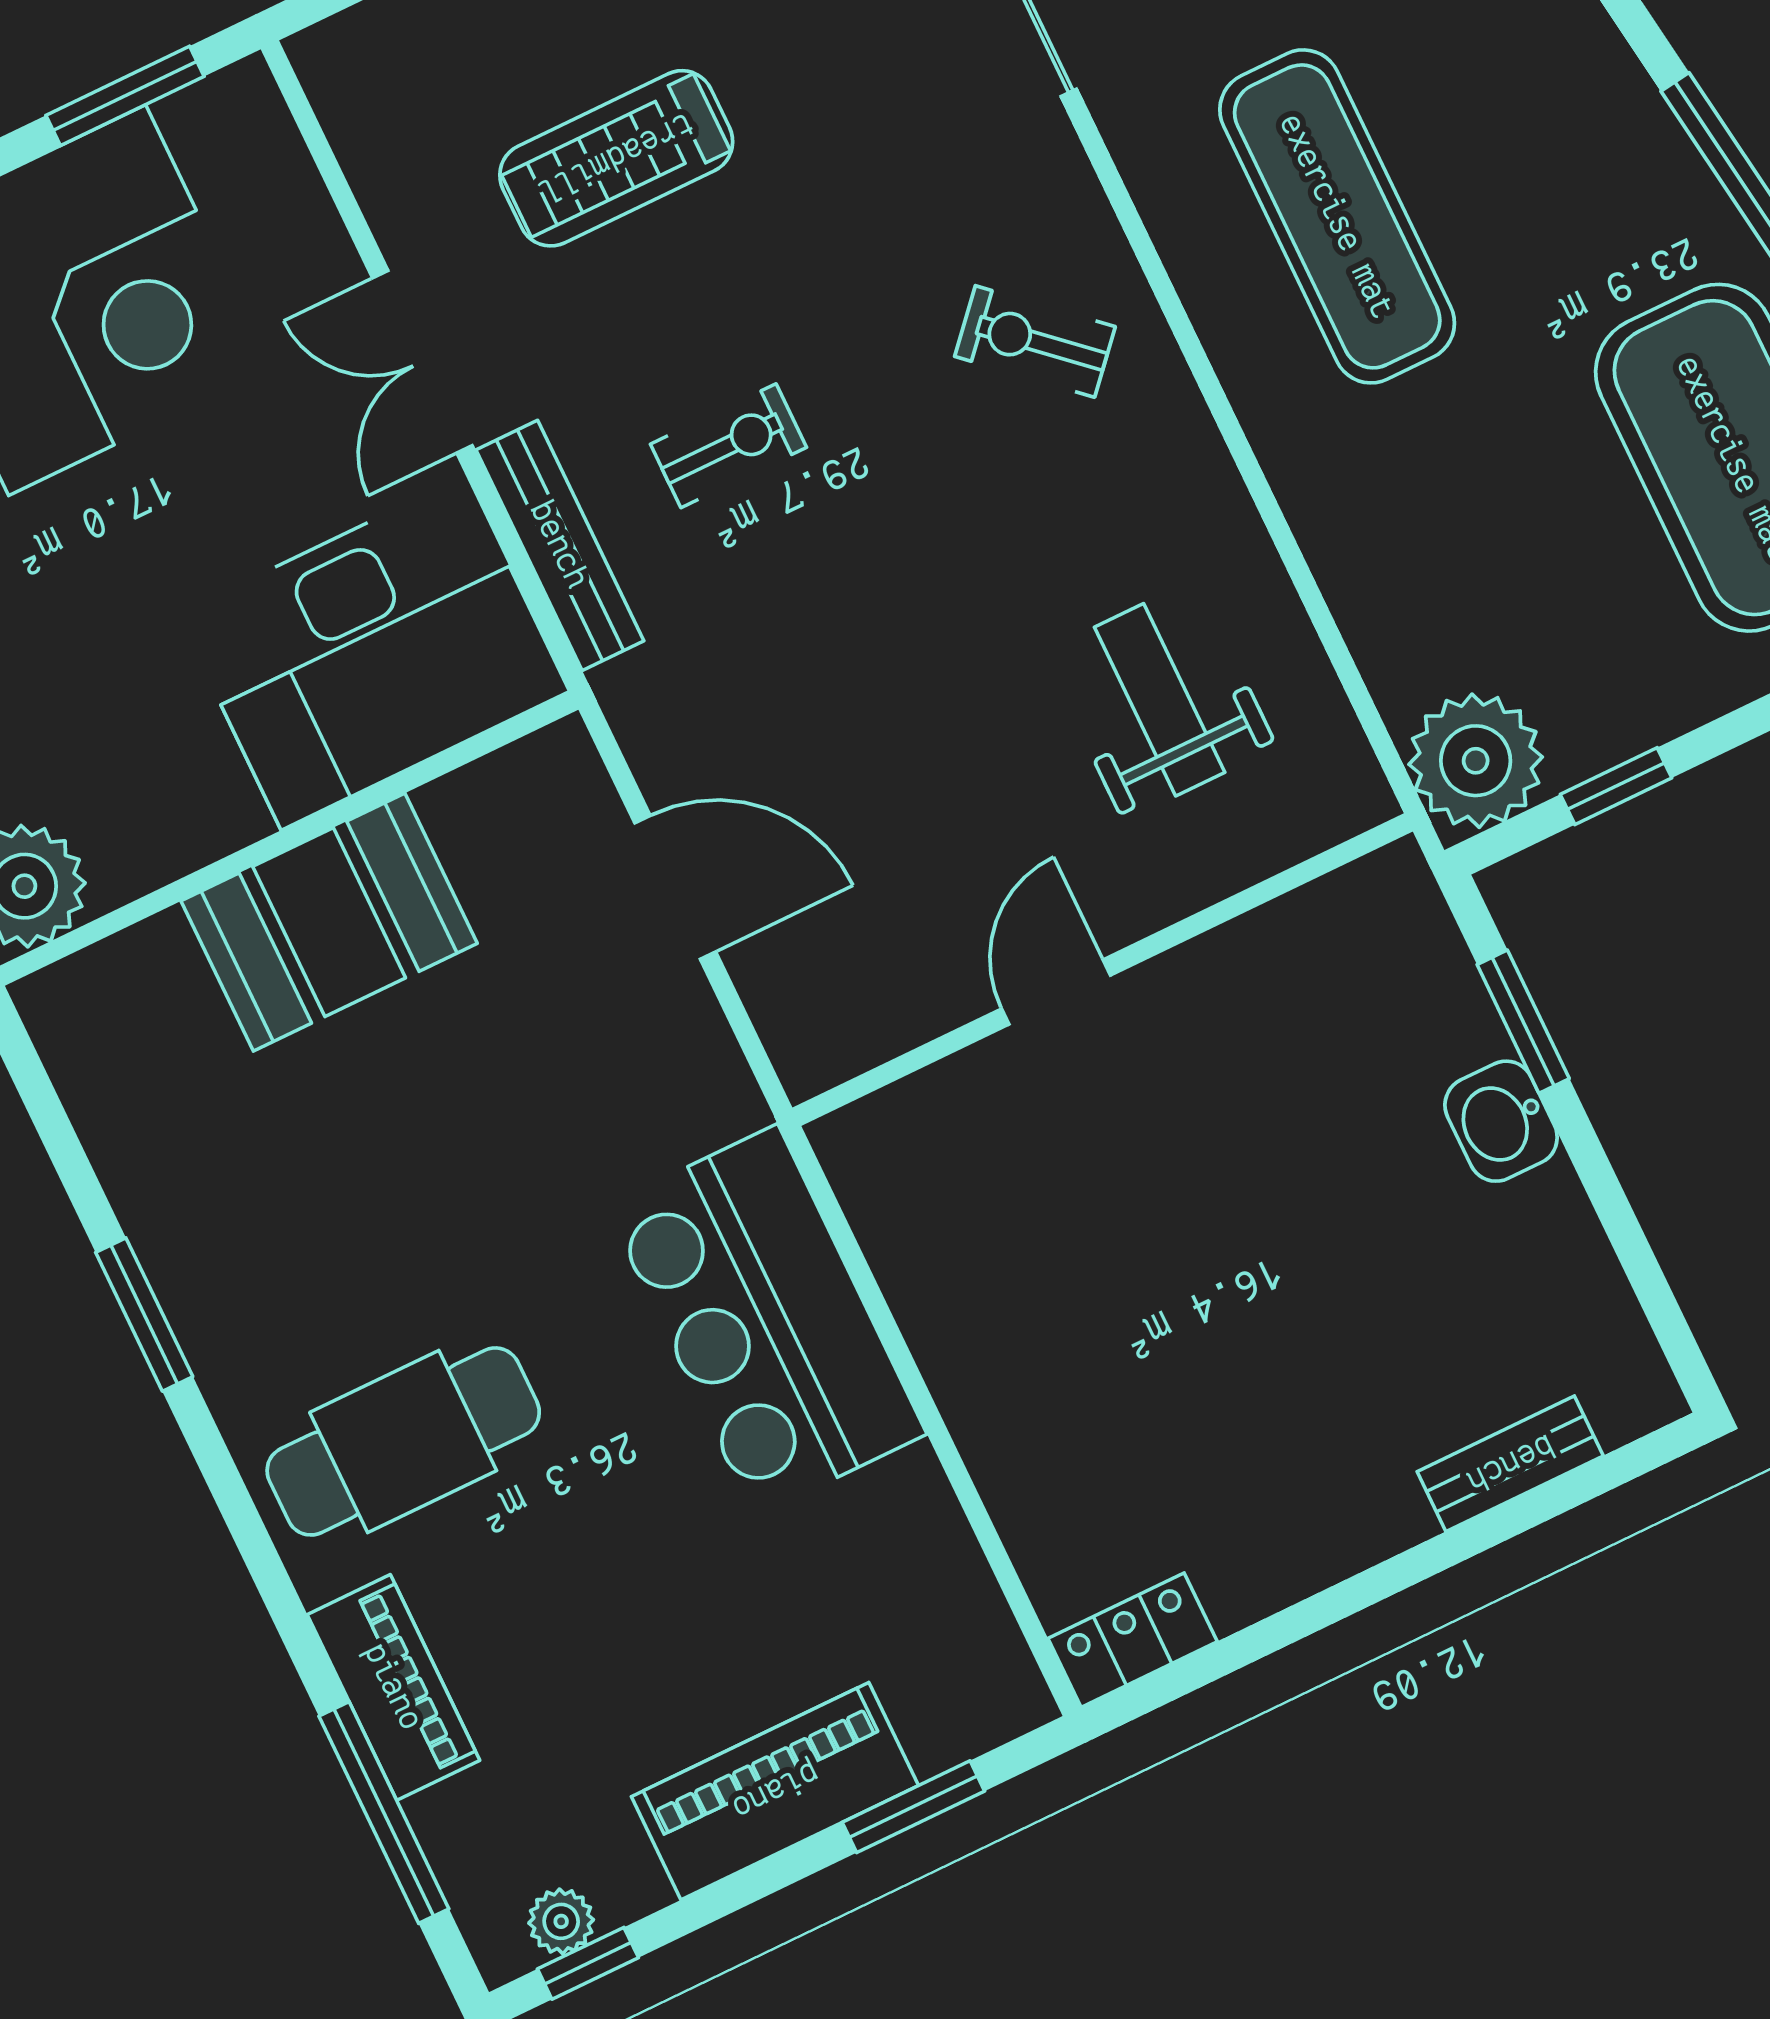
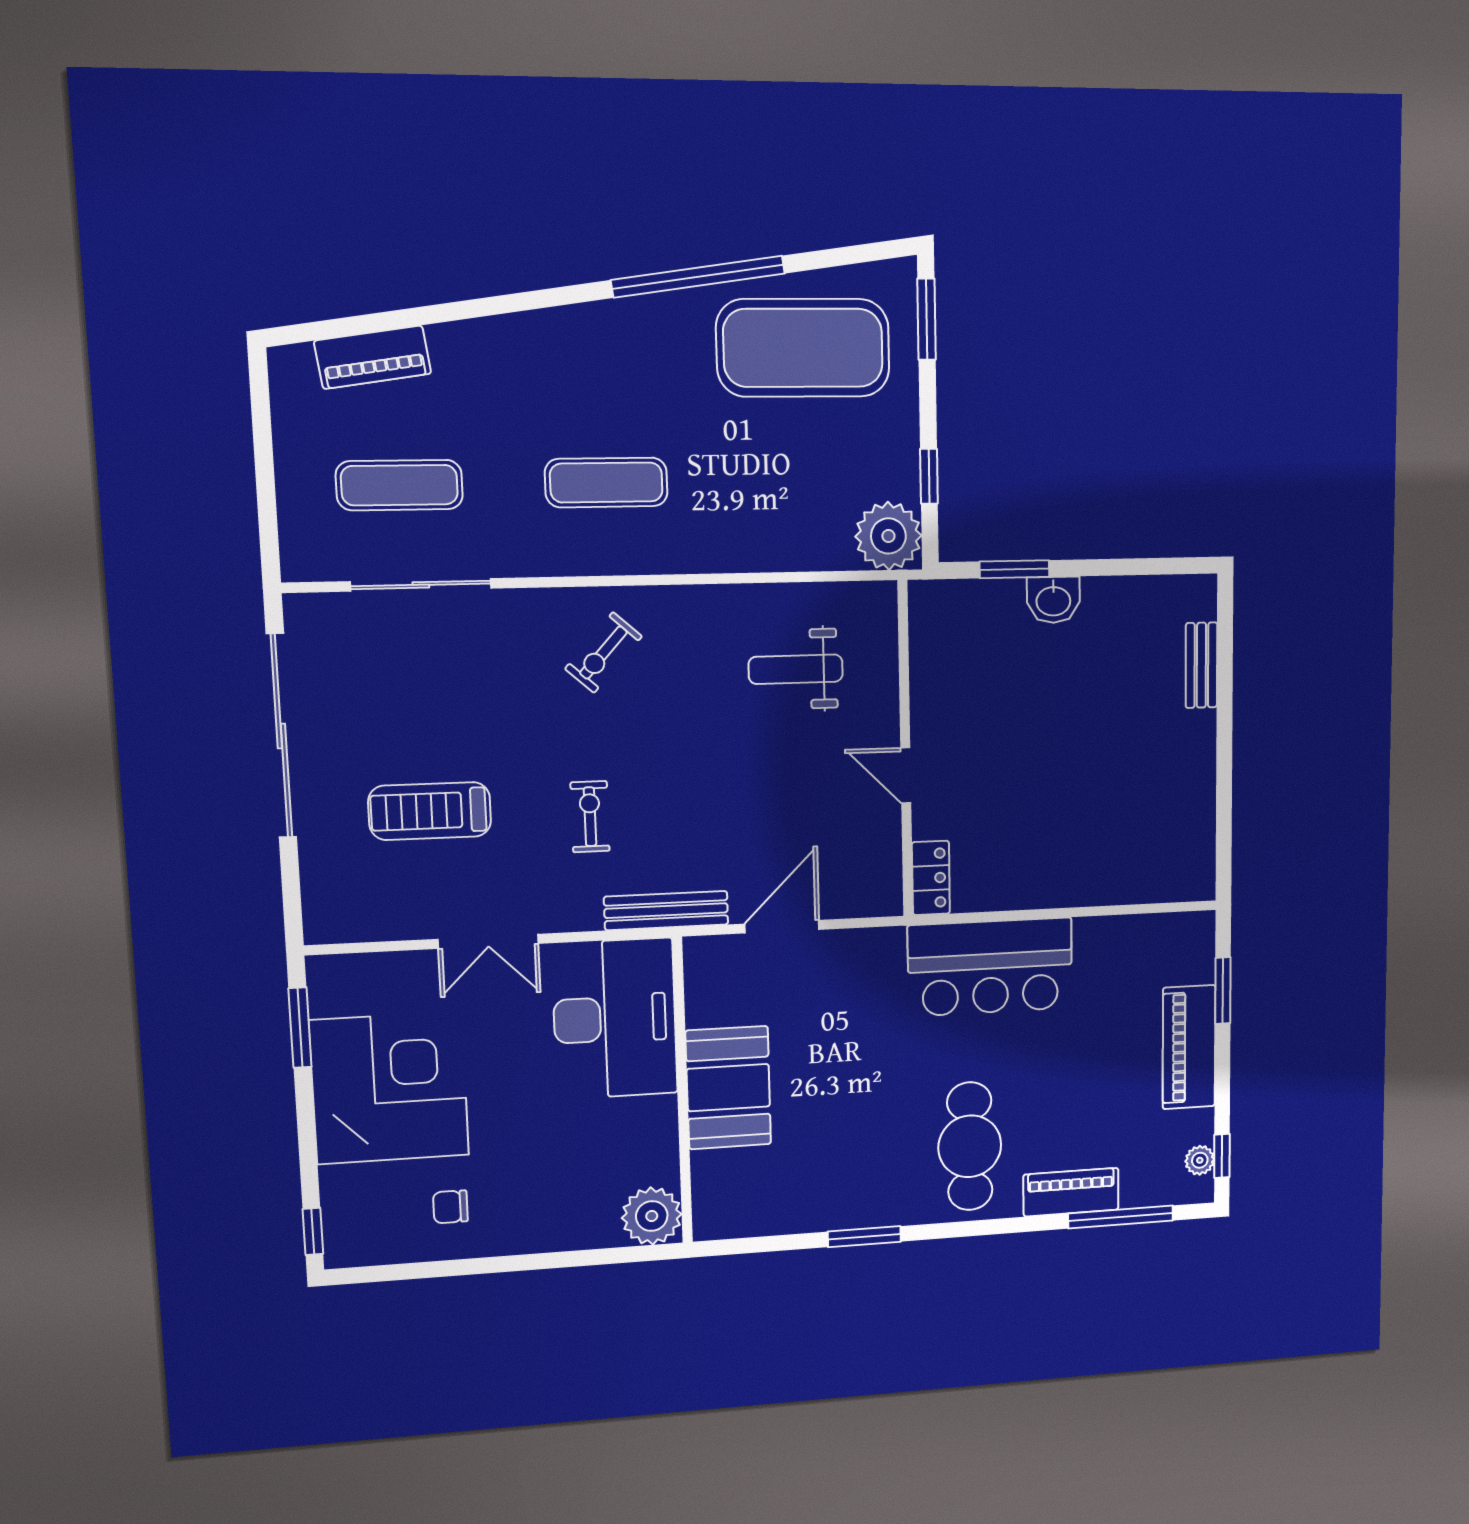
treadmill: (616, 158) -> (430, 811), turned 90
exercise mat: (1337, 216) -> (606, 483), width x0.73, depth x0.69
bench: (560, 545) -> (666, 911), moved
locker: (1133, 1640) -> (931, 878), moved, turned 180

